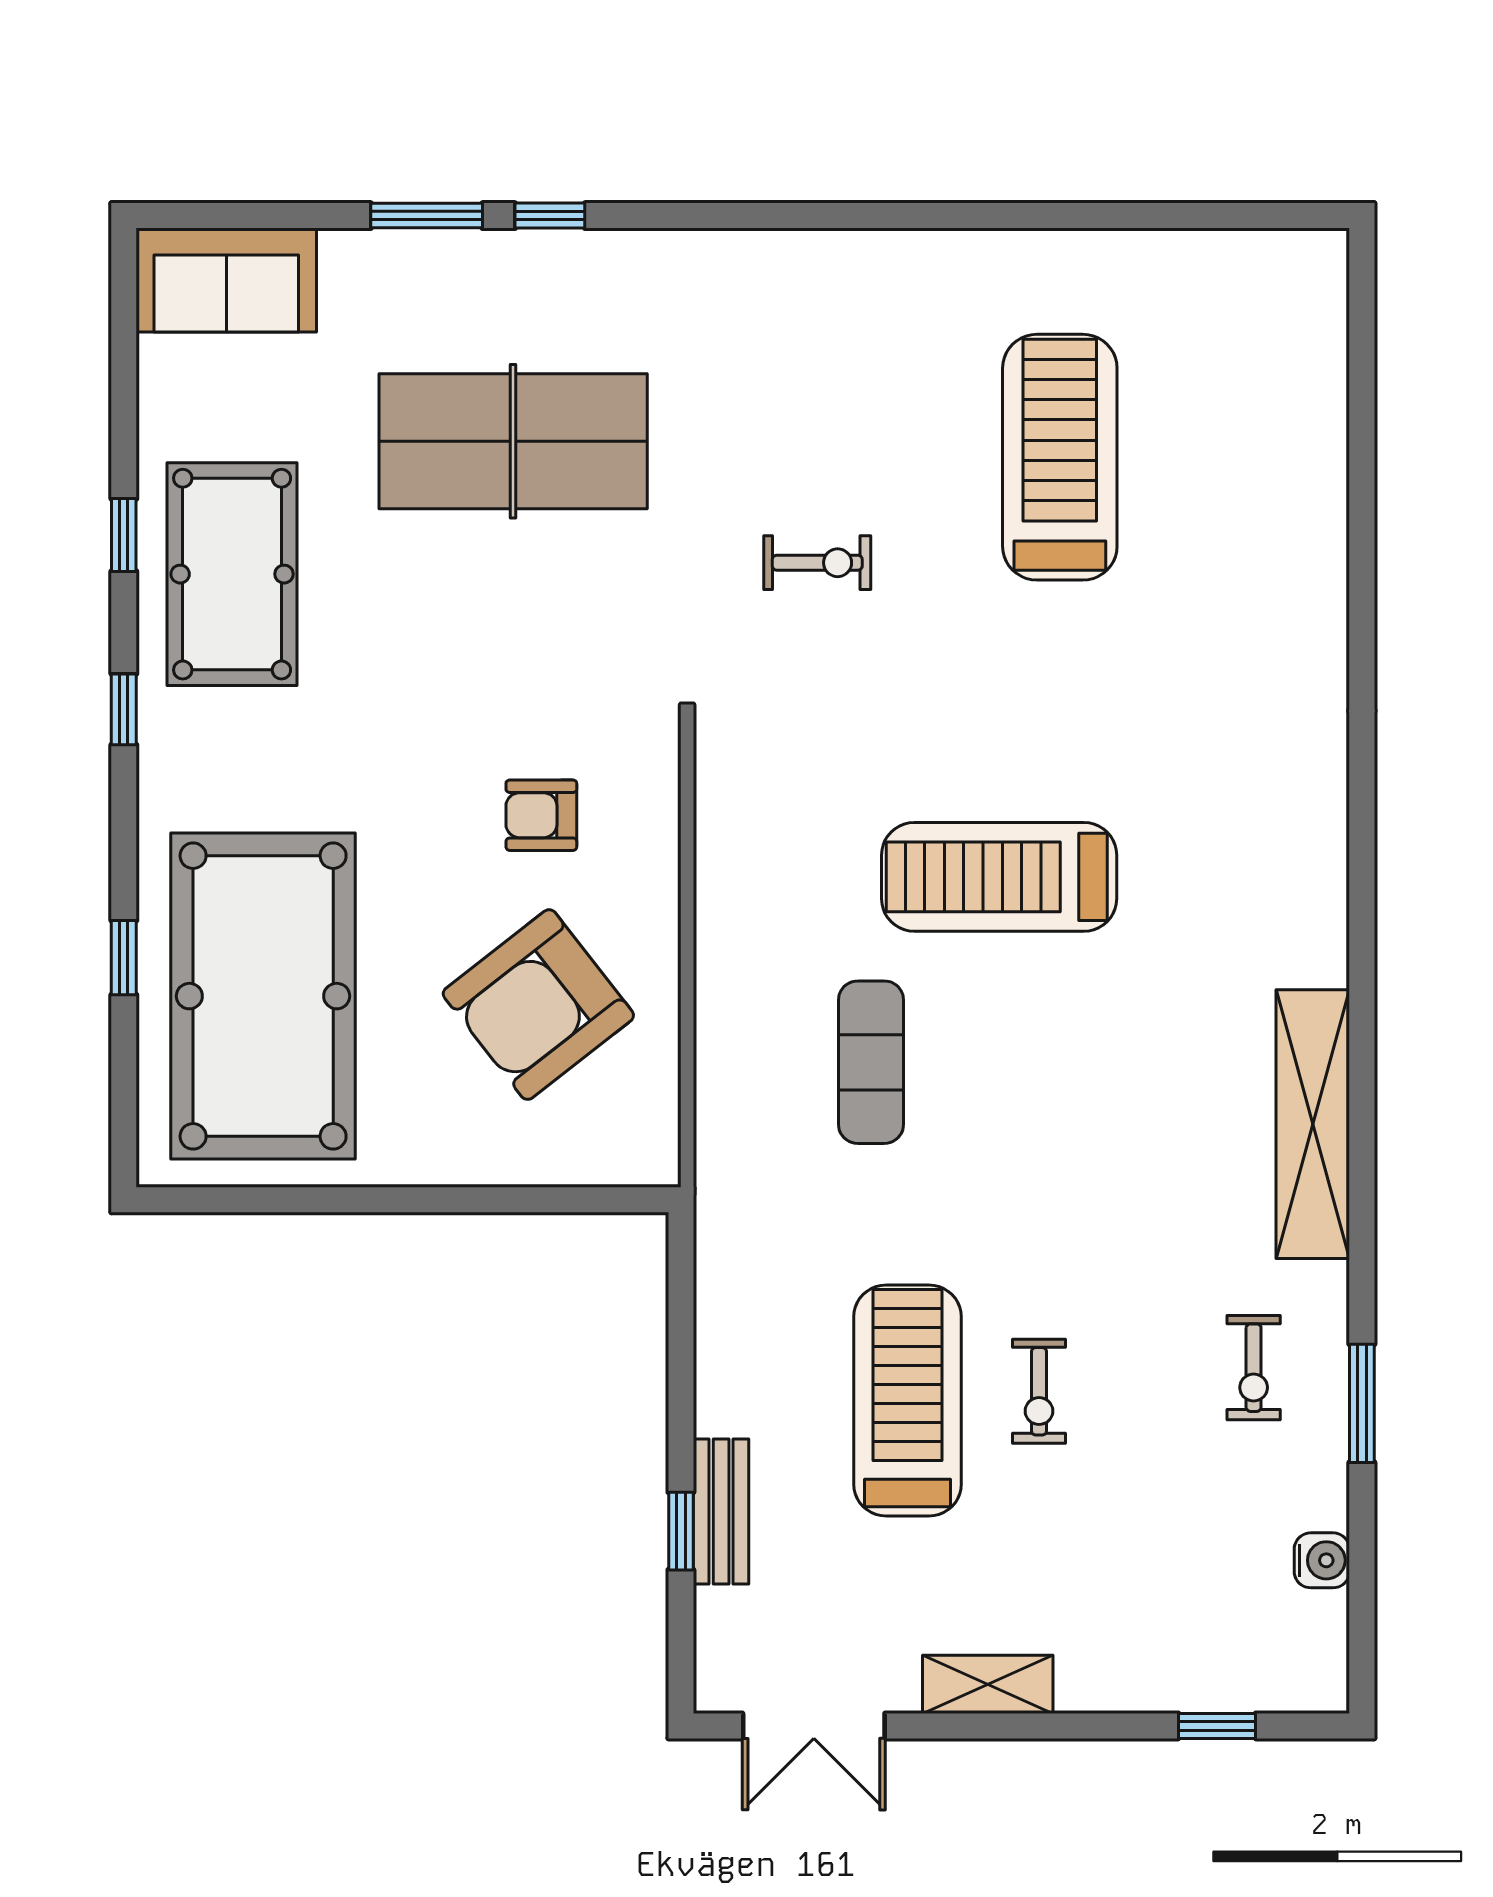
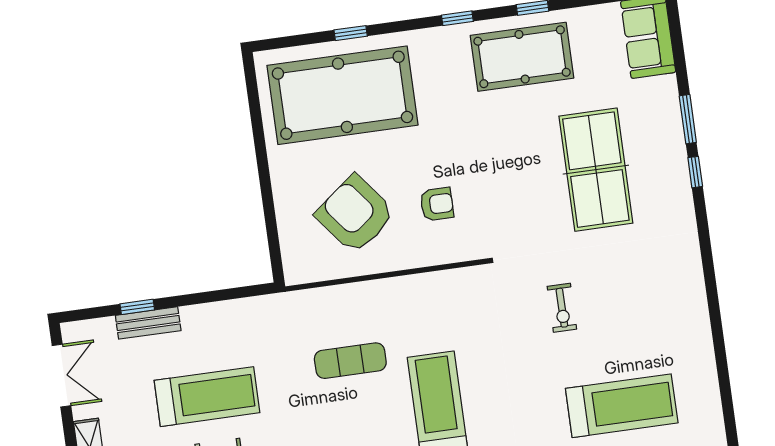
armchair: (541, 815) -> (437, 204), turned 90
double door: (814, 1726) -> (61, 376), swing flipped

